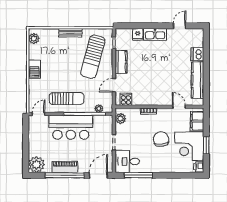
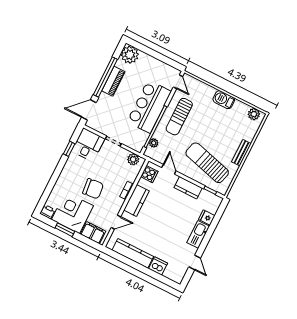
kitchen counter: (153, 99) -> (136, 201), added
door: (98, 175) -> (89, 110), swing flipped
window: (138, 175) -> (69, 149), width x0.46

